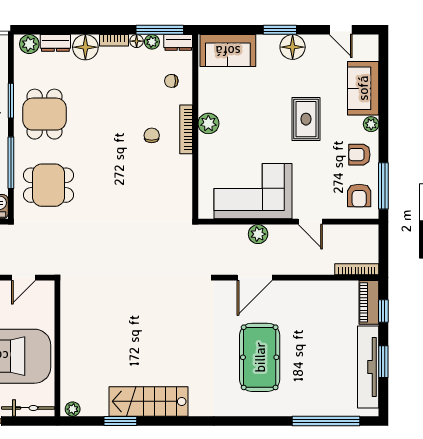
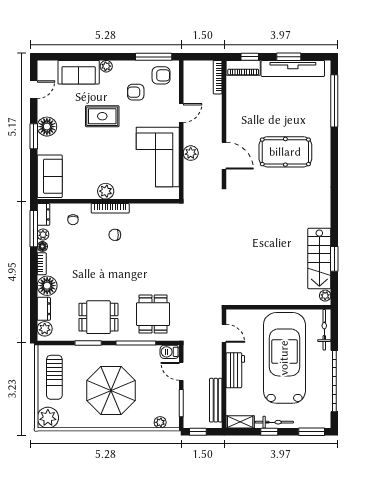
armchair: (359, 155) -> (136, 92), moved, turned 90
stairs: (149, 401) -> (319, 259), moved

